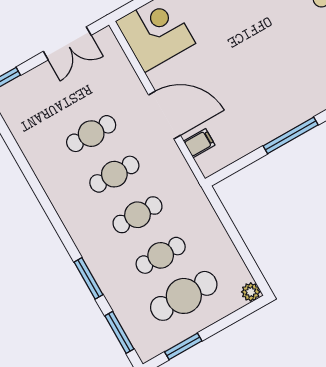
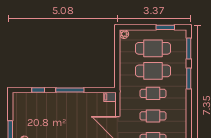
filing cabinet: (199, 143) -> (110, 97), moved
cafe table: (161, 255) -> (153, 71), width x1.37, depth x1.35

